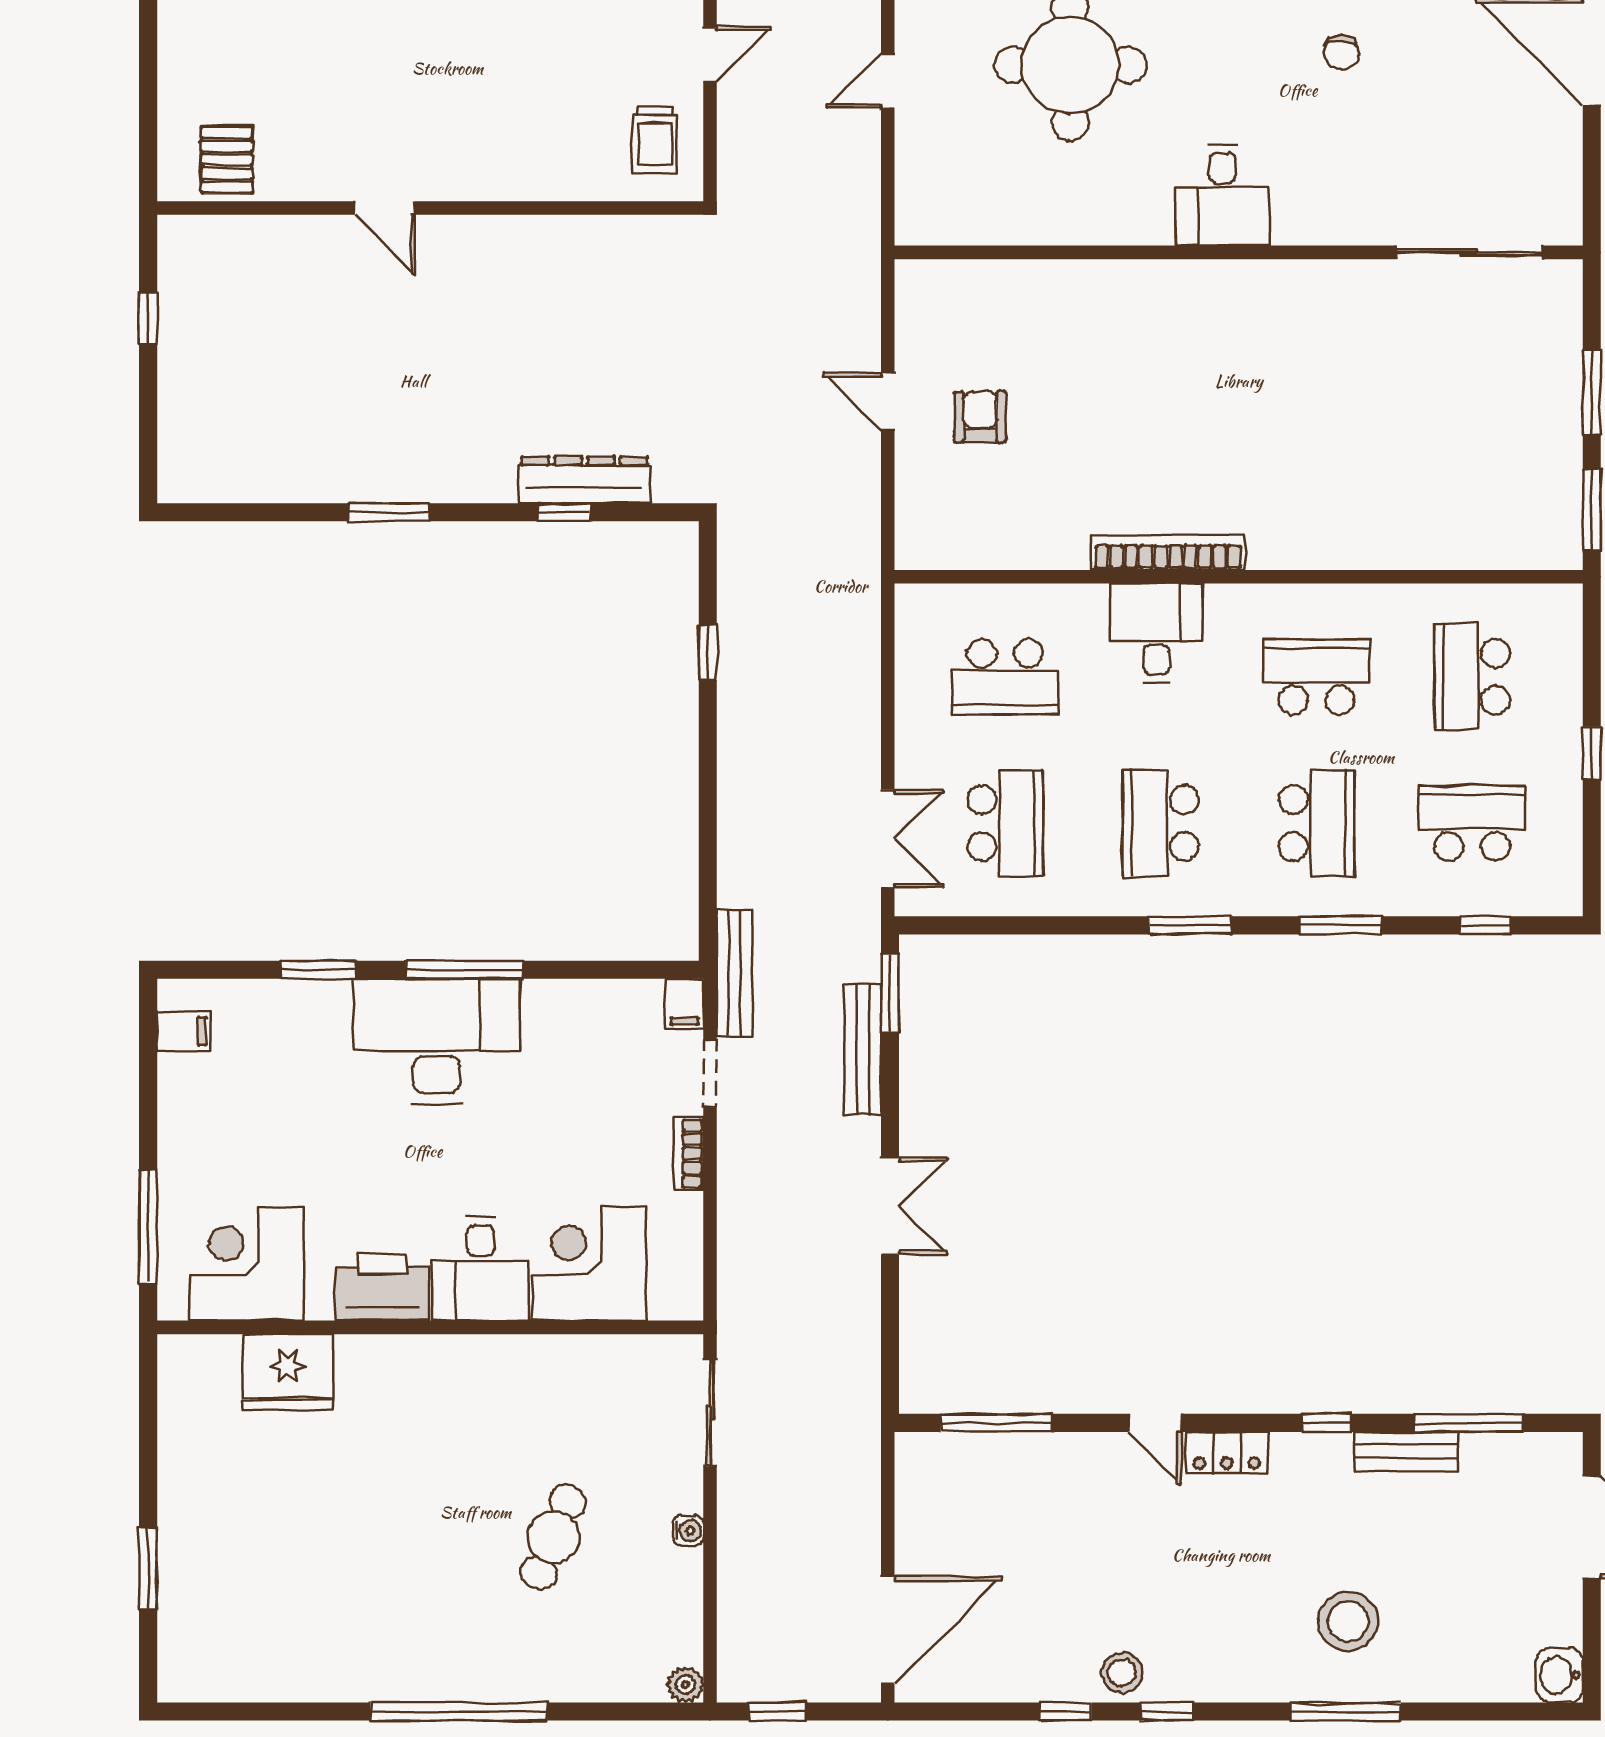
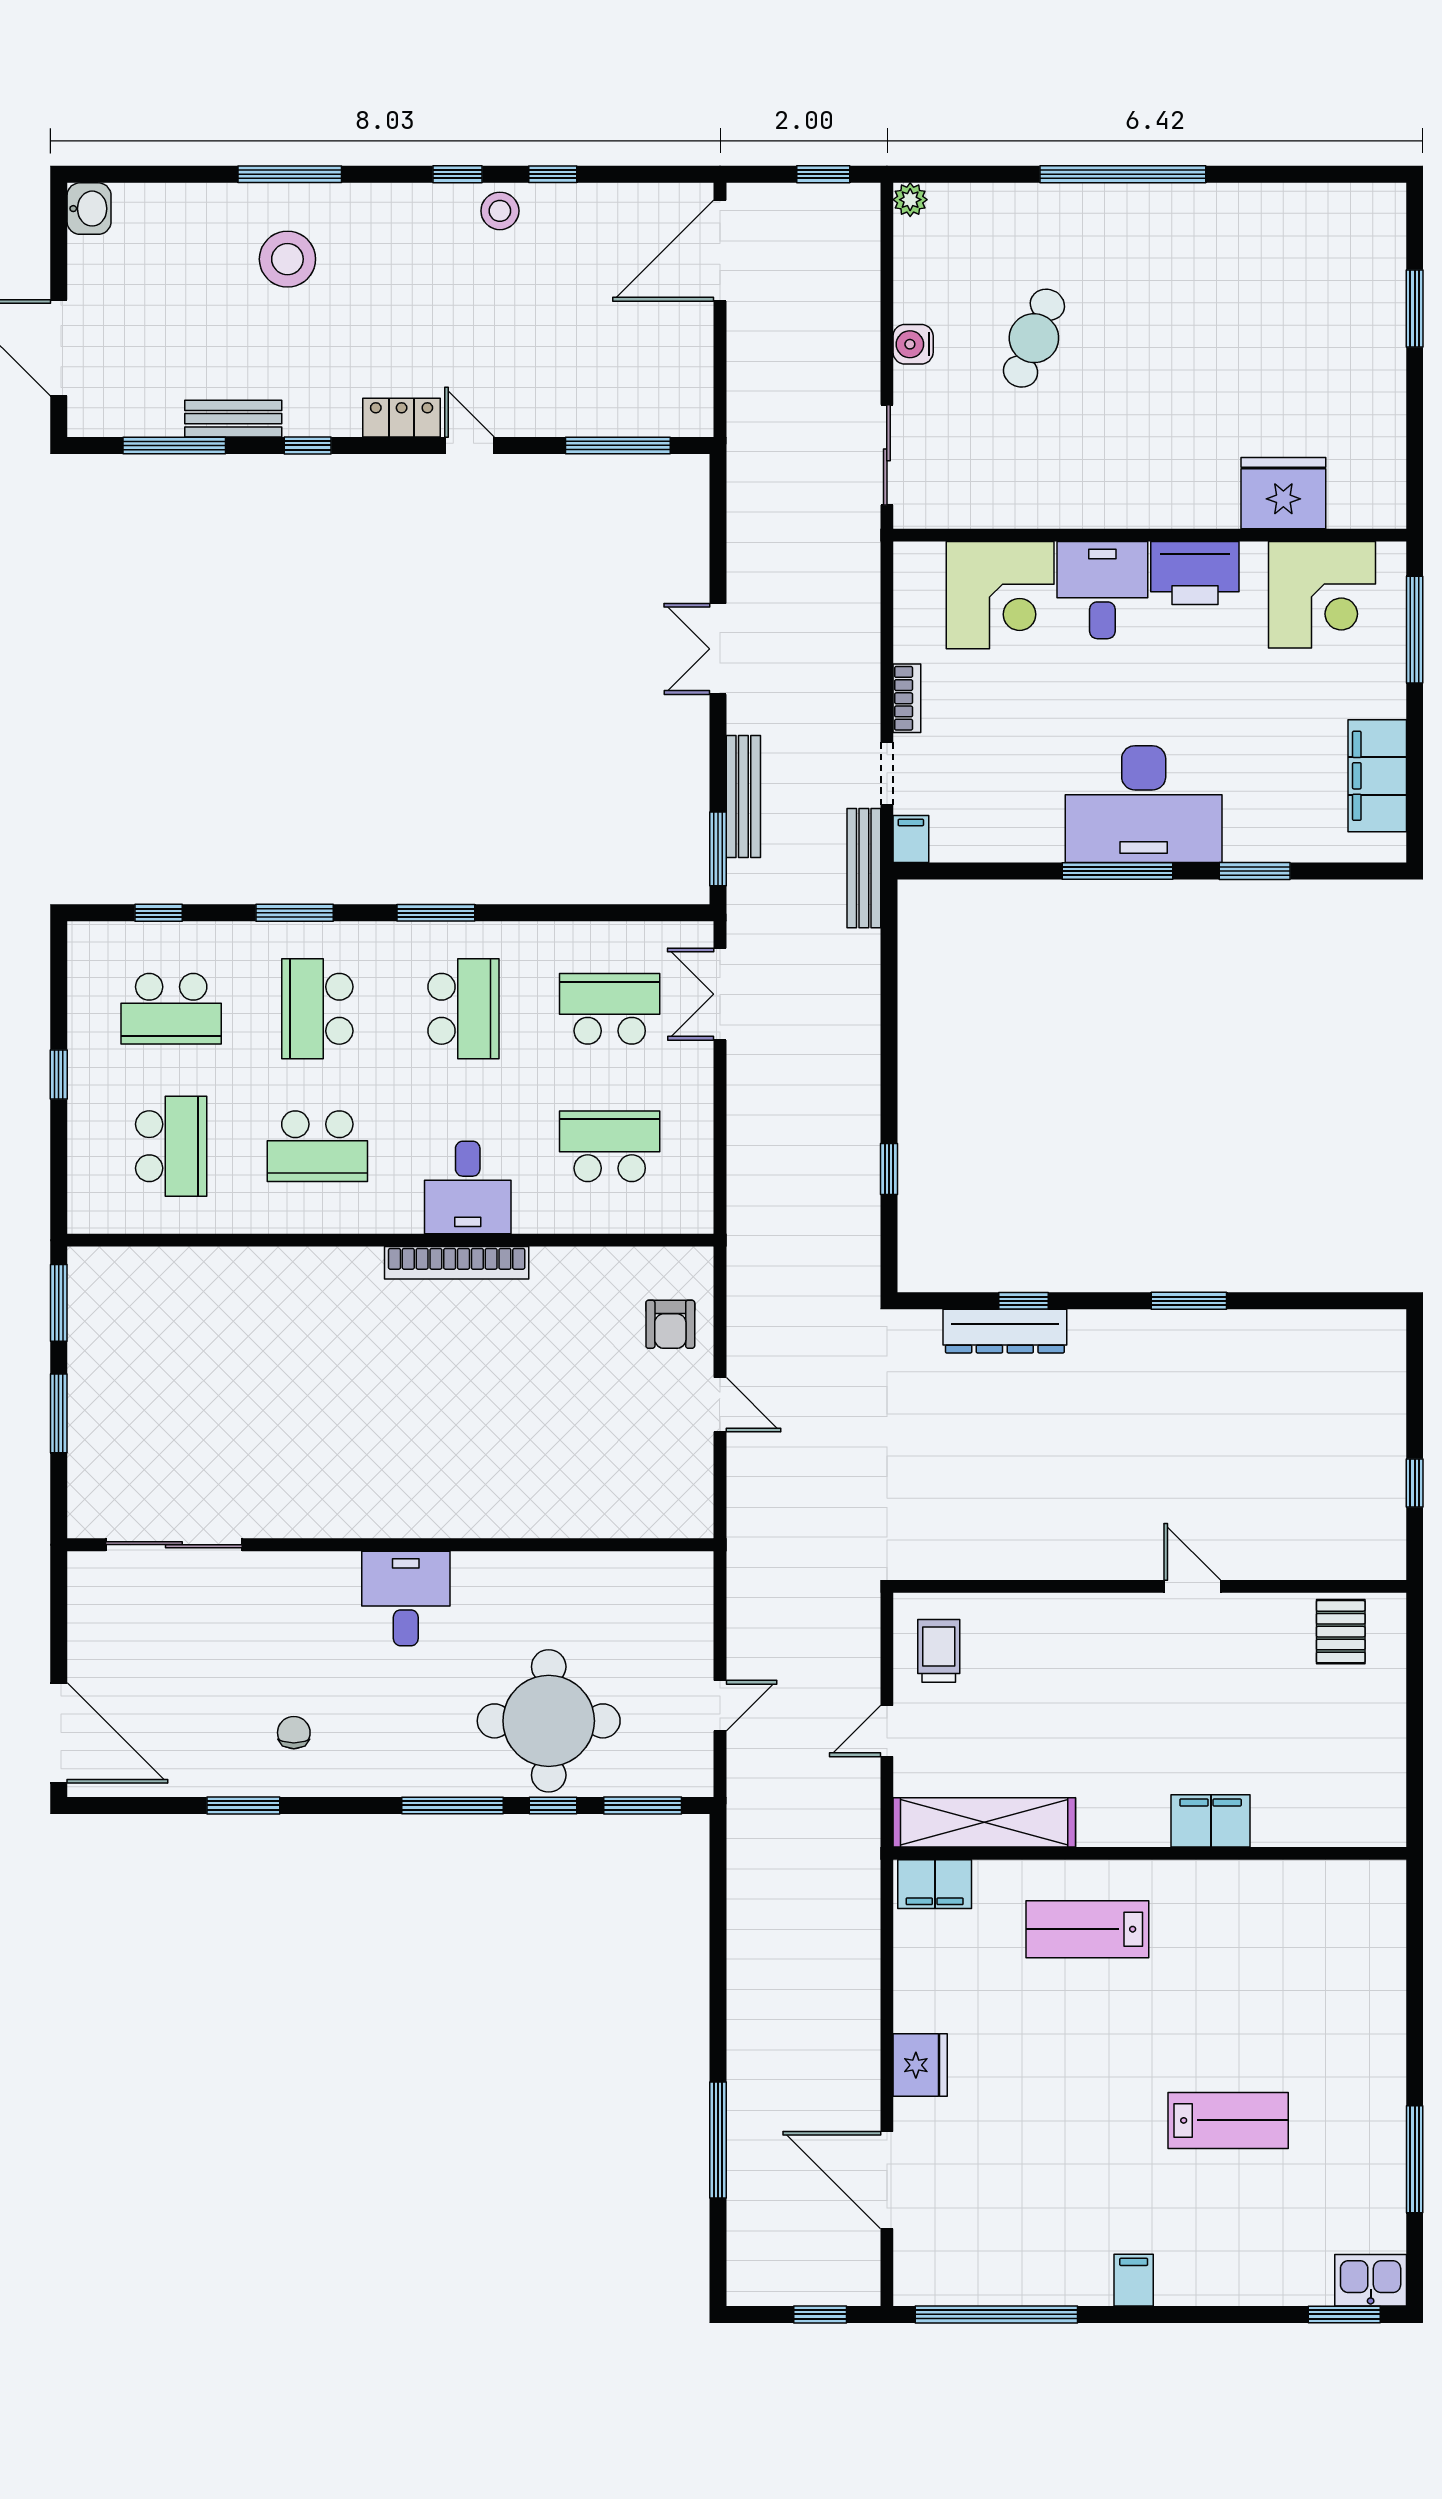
armchair: (980, 417) -> (670, 1324), moved
school desk: (1005, 823) -> (610, 1009), turned 90
filing cabinet: (184, 1031) -> (1377, 776), width x3.00, depth x1.17
water cooler: (688, 1531) -> (913, 344), width x1.38, depth x1.38

